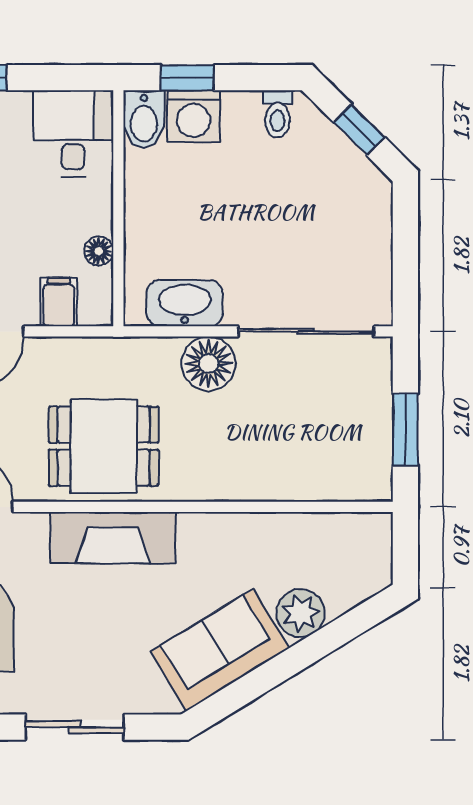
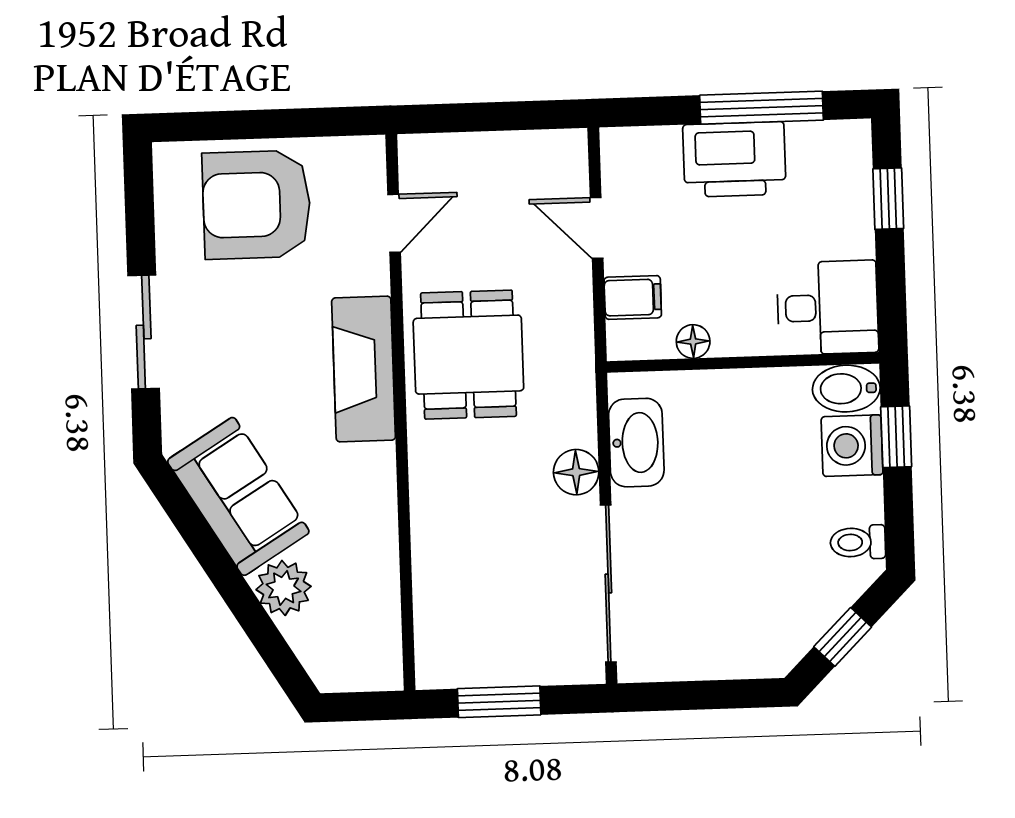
floor lamp: (209, 364) -> (576, 472), width x0.73, depth x0.73

